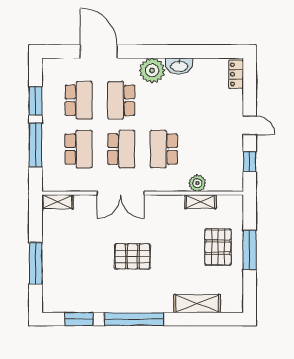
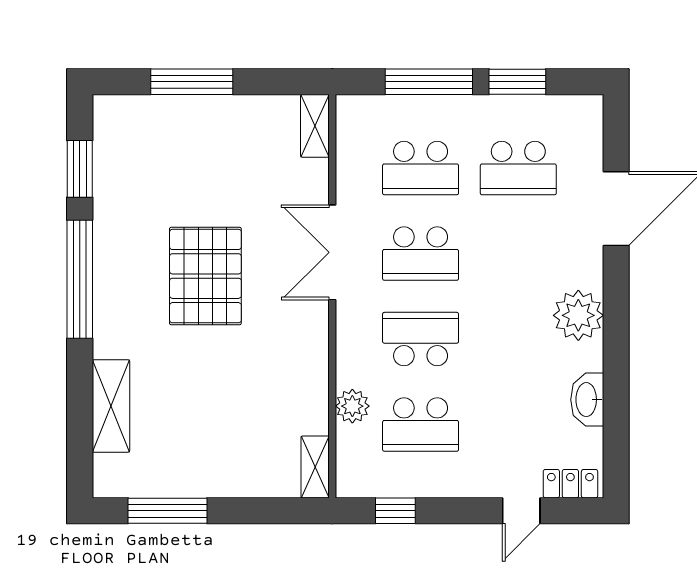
washbasin: (179, 66) -> (587, 400), moved
school desk: (121, 100) -> (421, 425), moved, turned 180
door: (250, 125) -> (521, 511), moved
shelving: (201, 202) -> (315, 467), moved
pallet: (218, 247) -> (224, 447), removed
window: (250, 250) -> (167, 511), moved
pallet: (132, 256) -> (205, 276), width x1.37, depth x1.41

